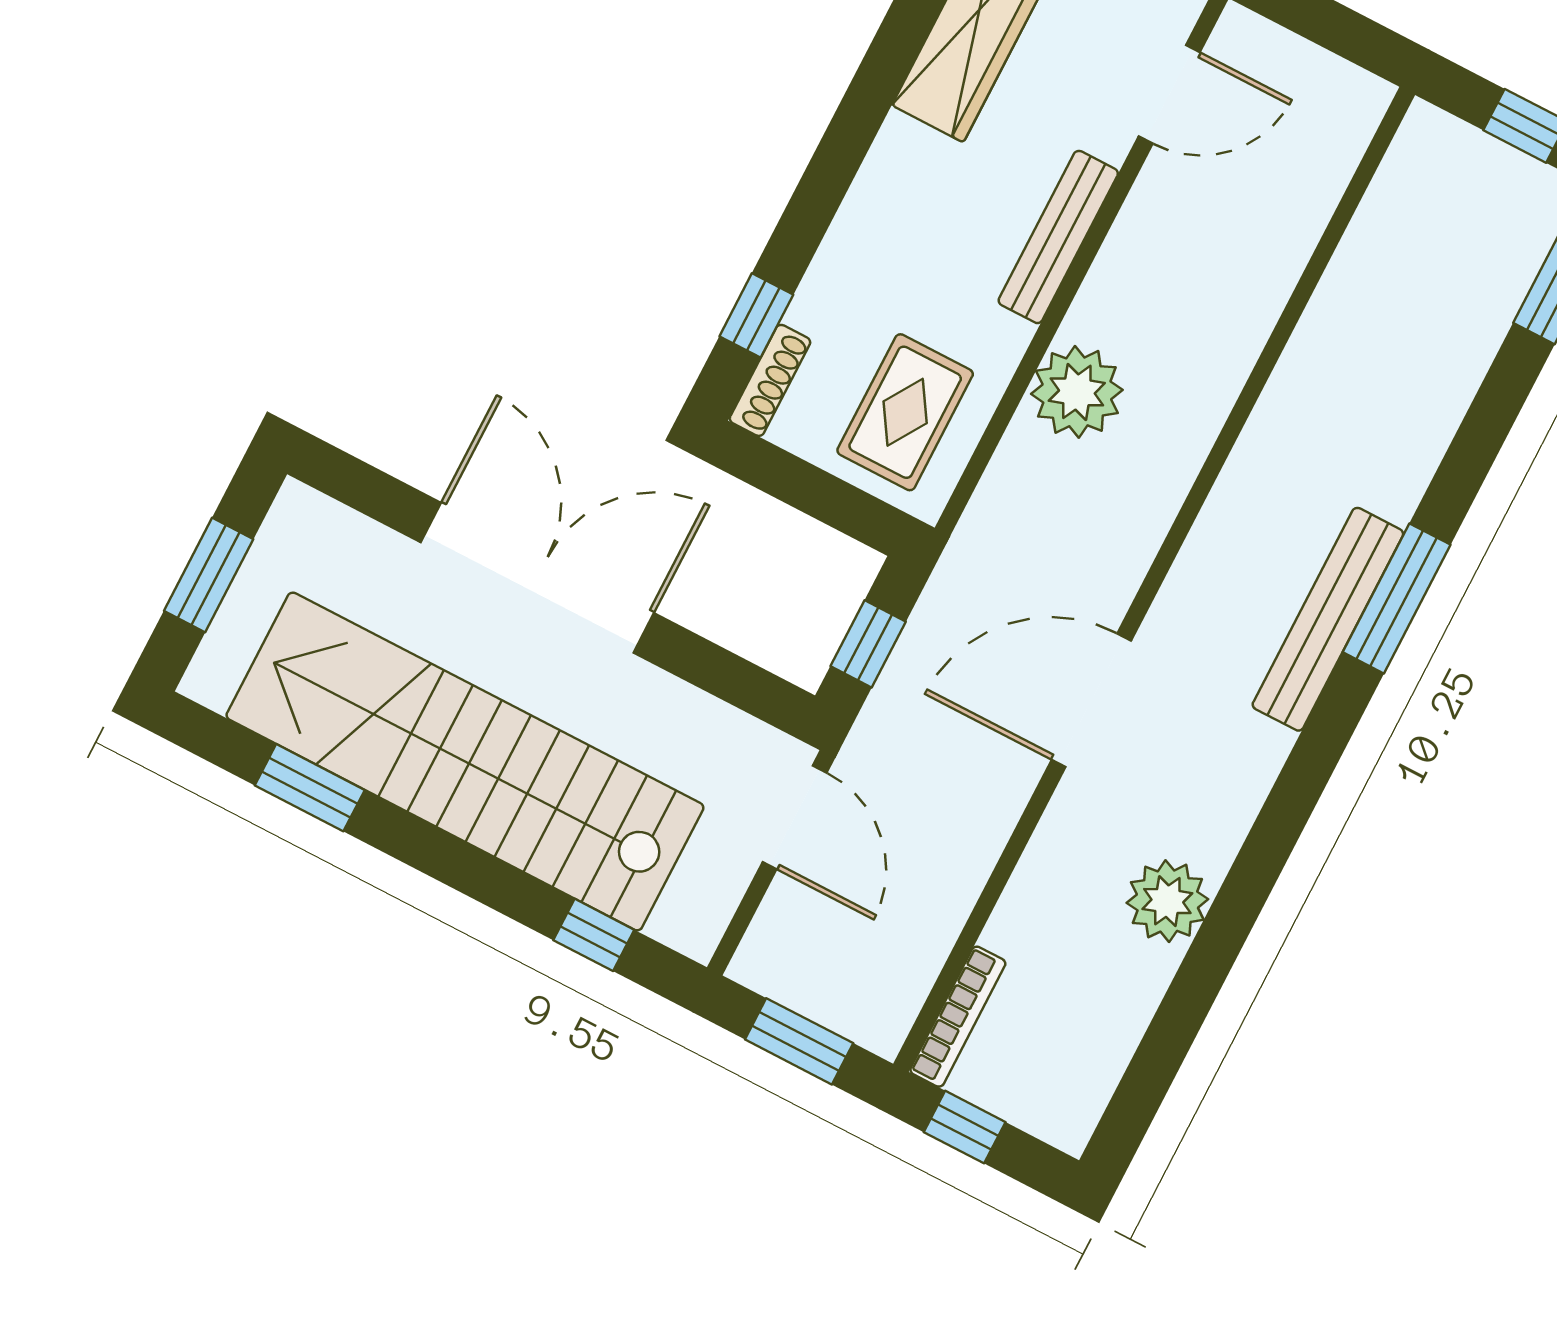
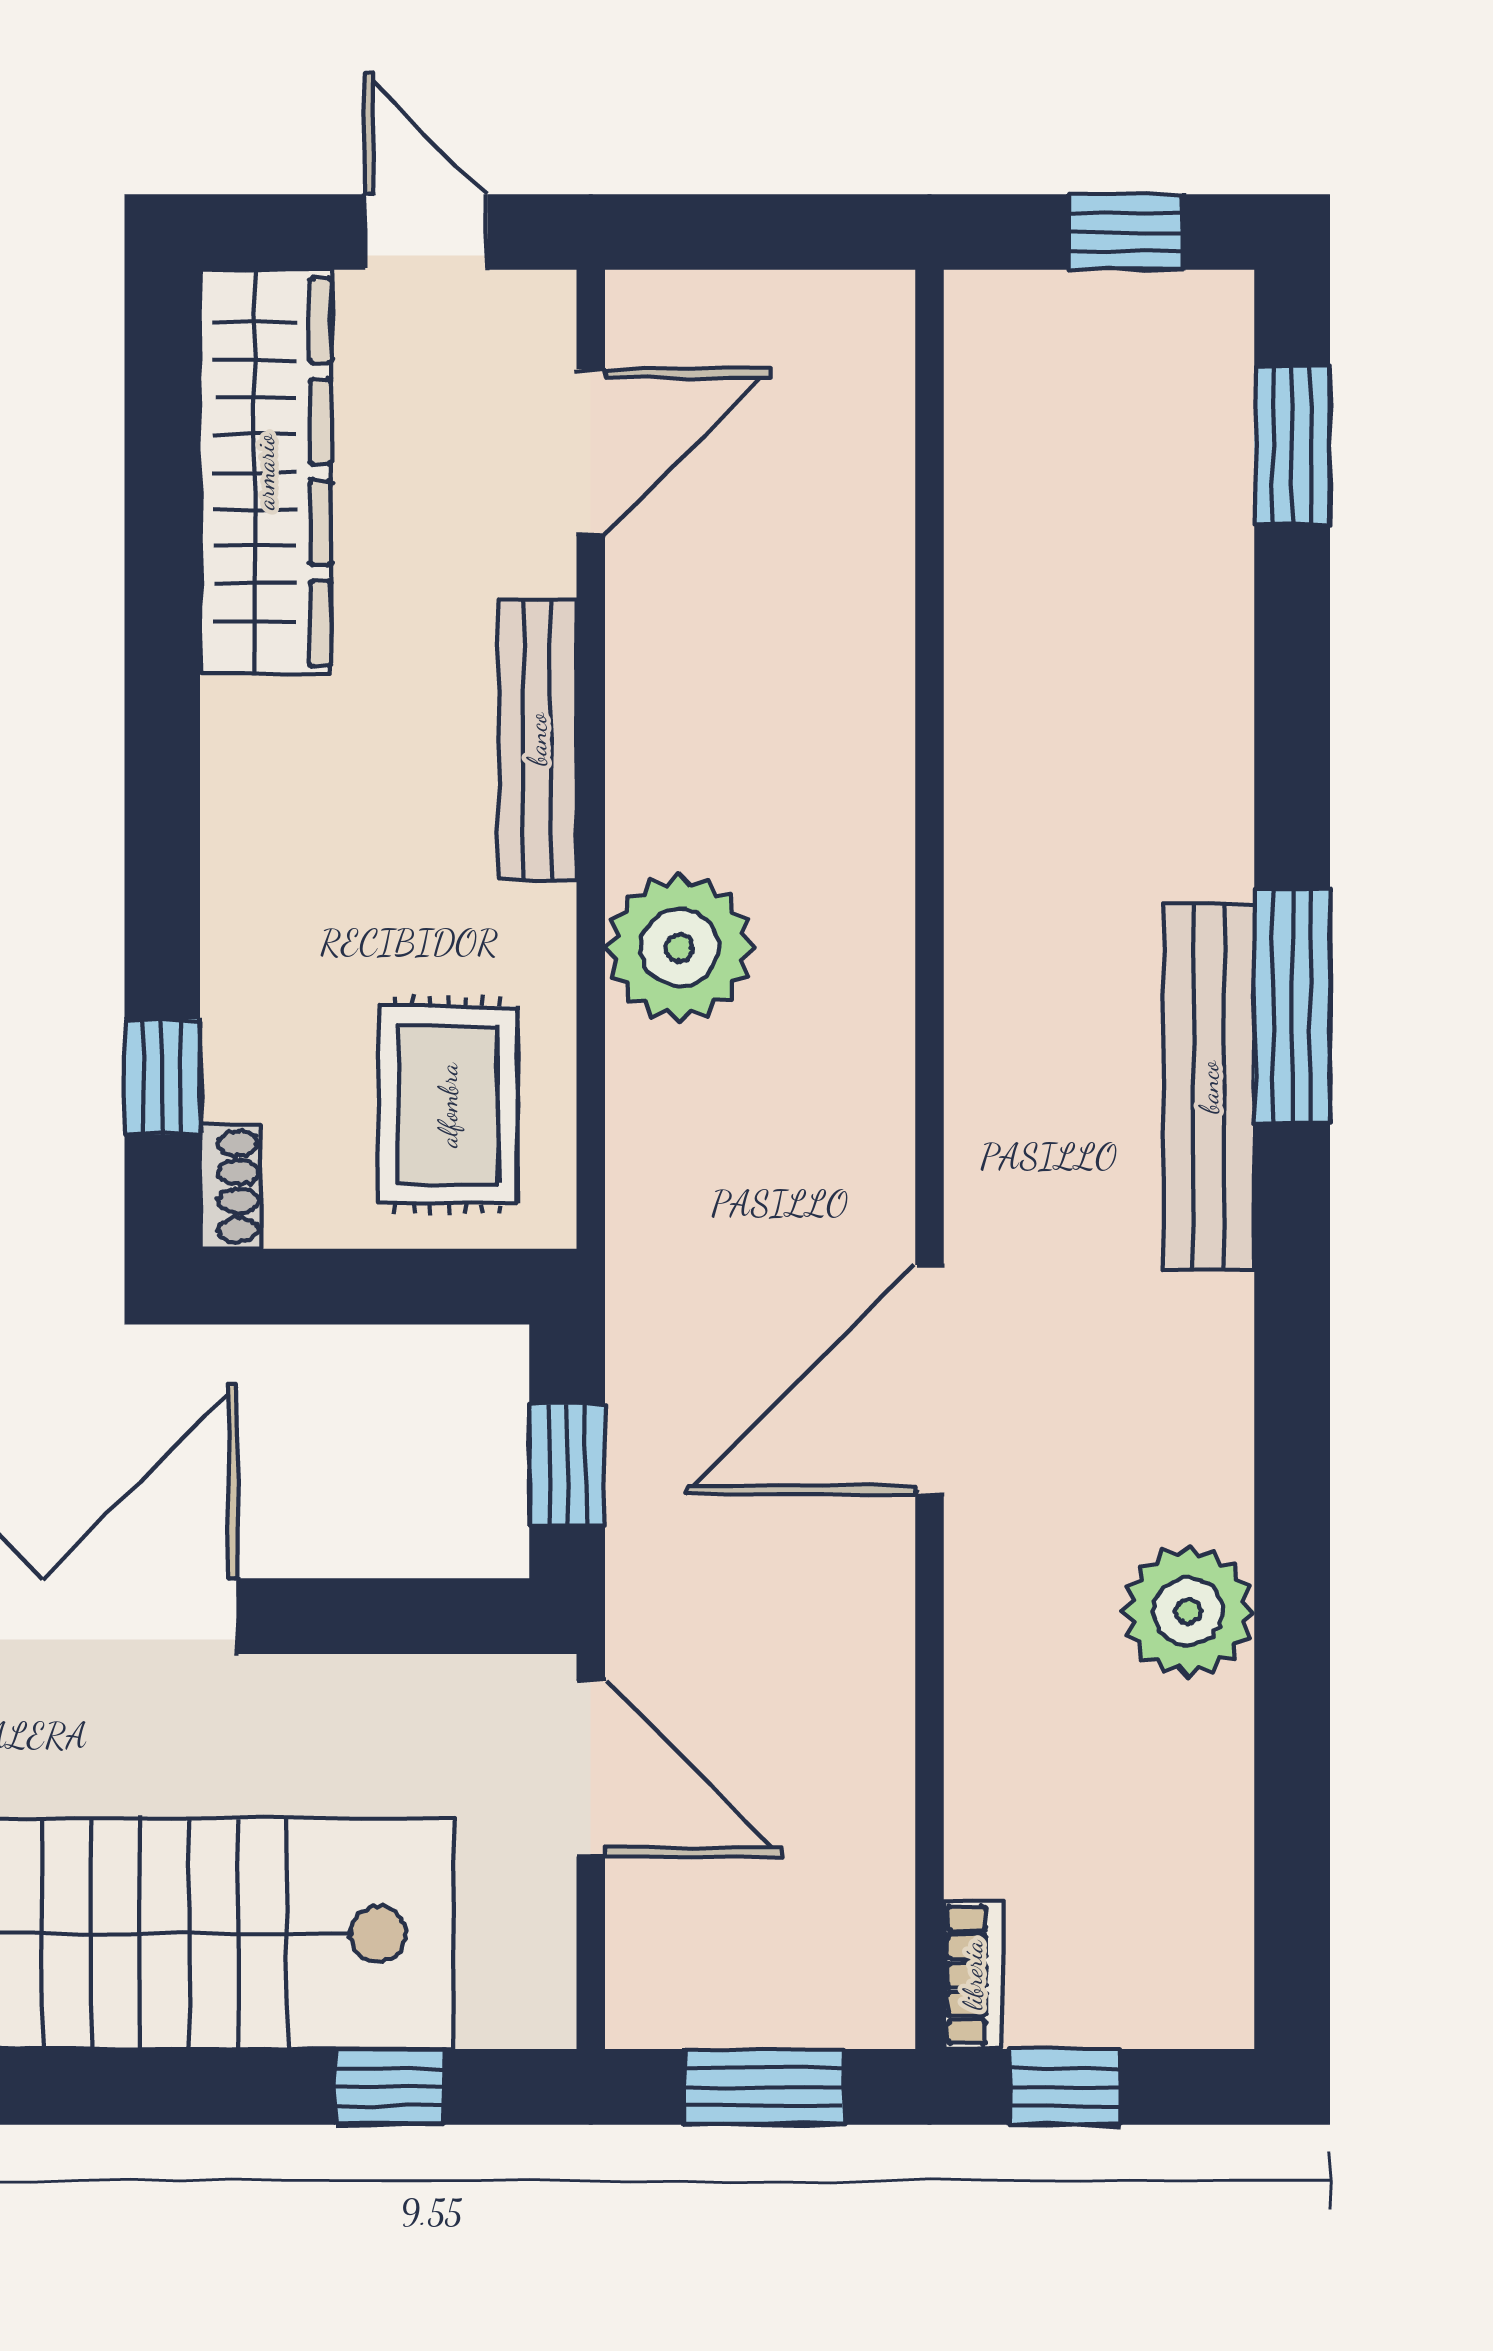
shoe rack: (770, 380) -> (230, 1187), width x0.70
bookcase: (958, 1017) -> (973, 1975), width x0.64

